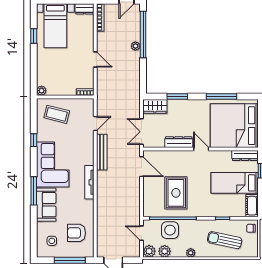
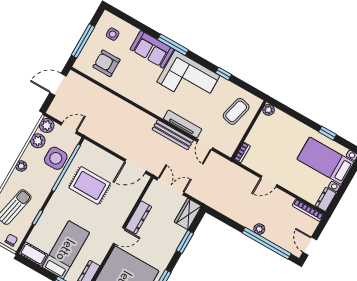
tv unit: (89, 182) -> (183, 124), moved
armchair: (76, 233) -> (106, 63), turned -90

